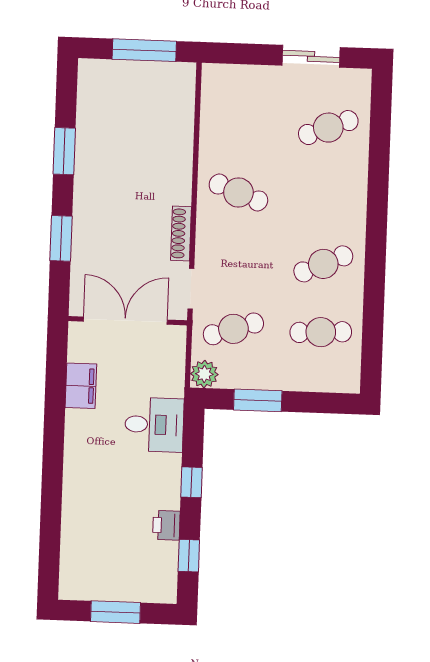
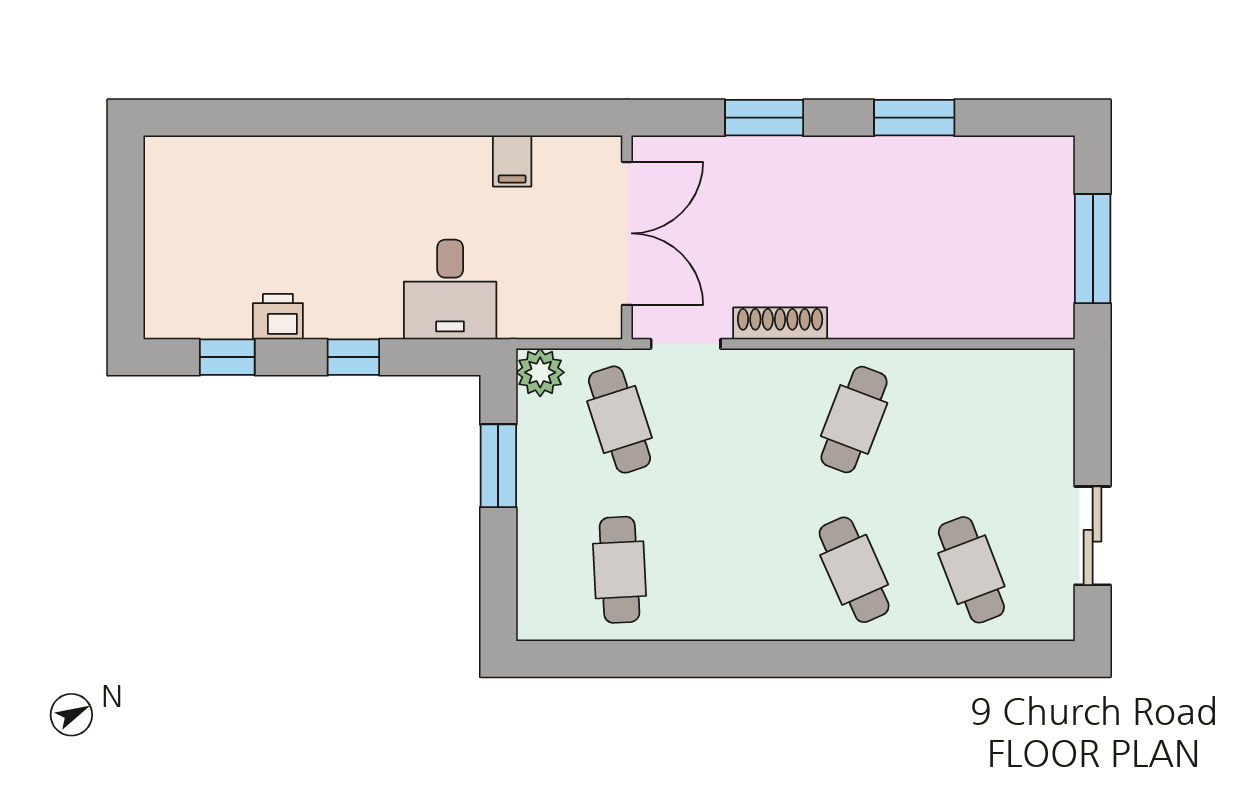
cafe table: (323, 264) -> (854, 570), moved
filing cabinet: (81, 386) -> (512, 161), width x0.50
window: (115, 612) -> (126, 235), removed

